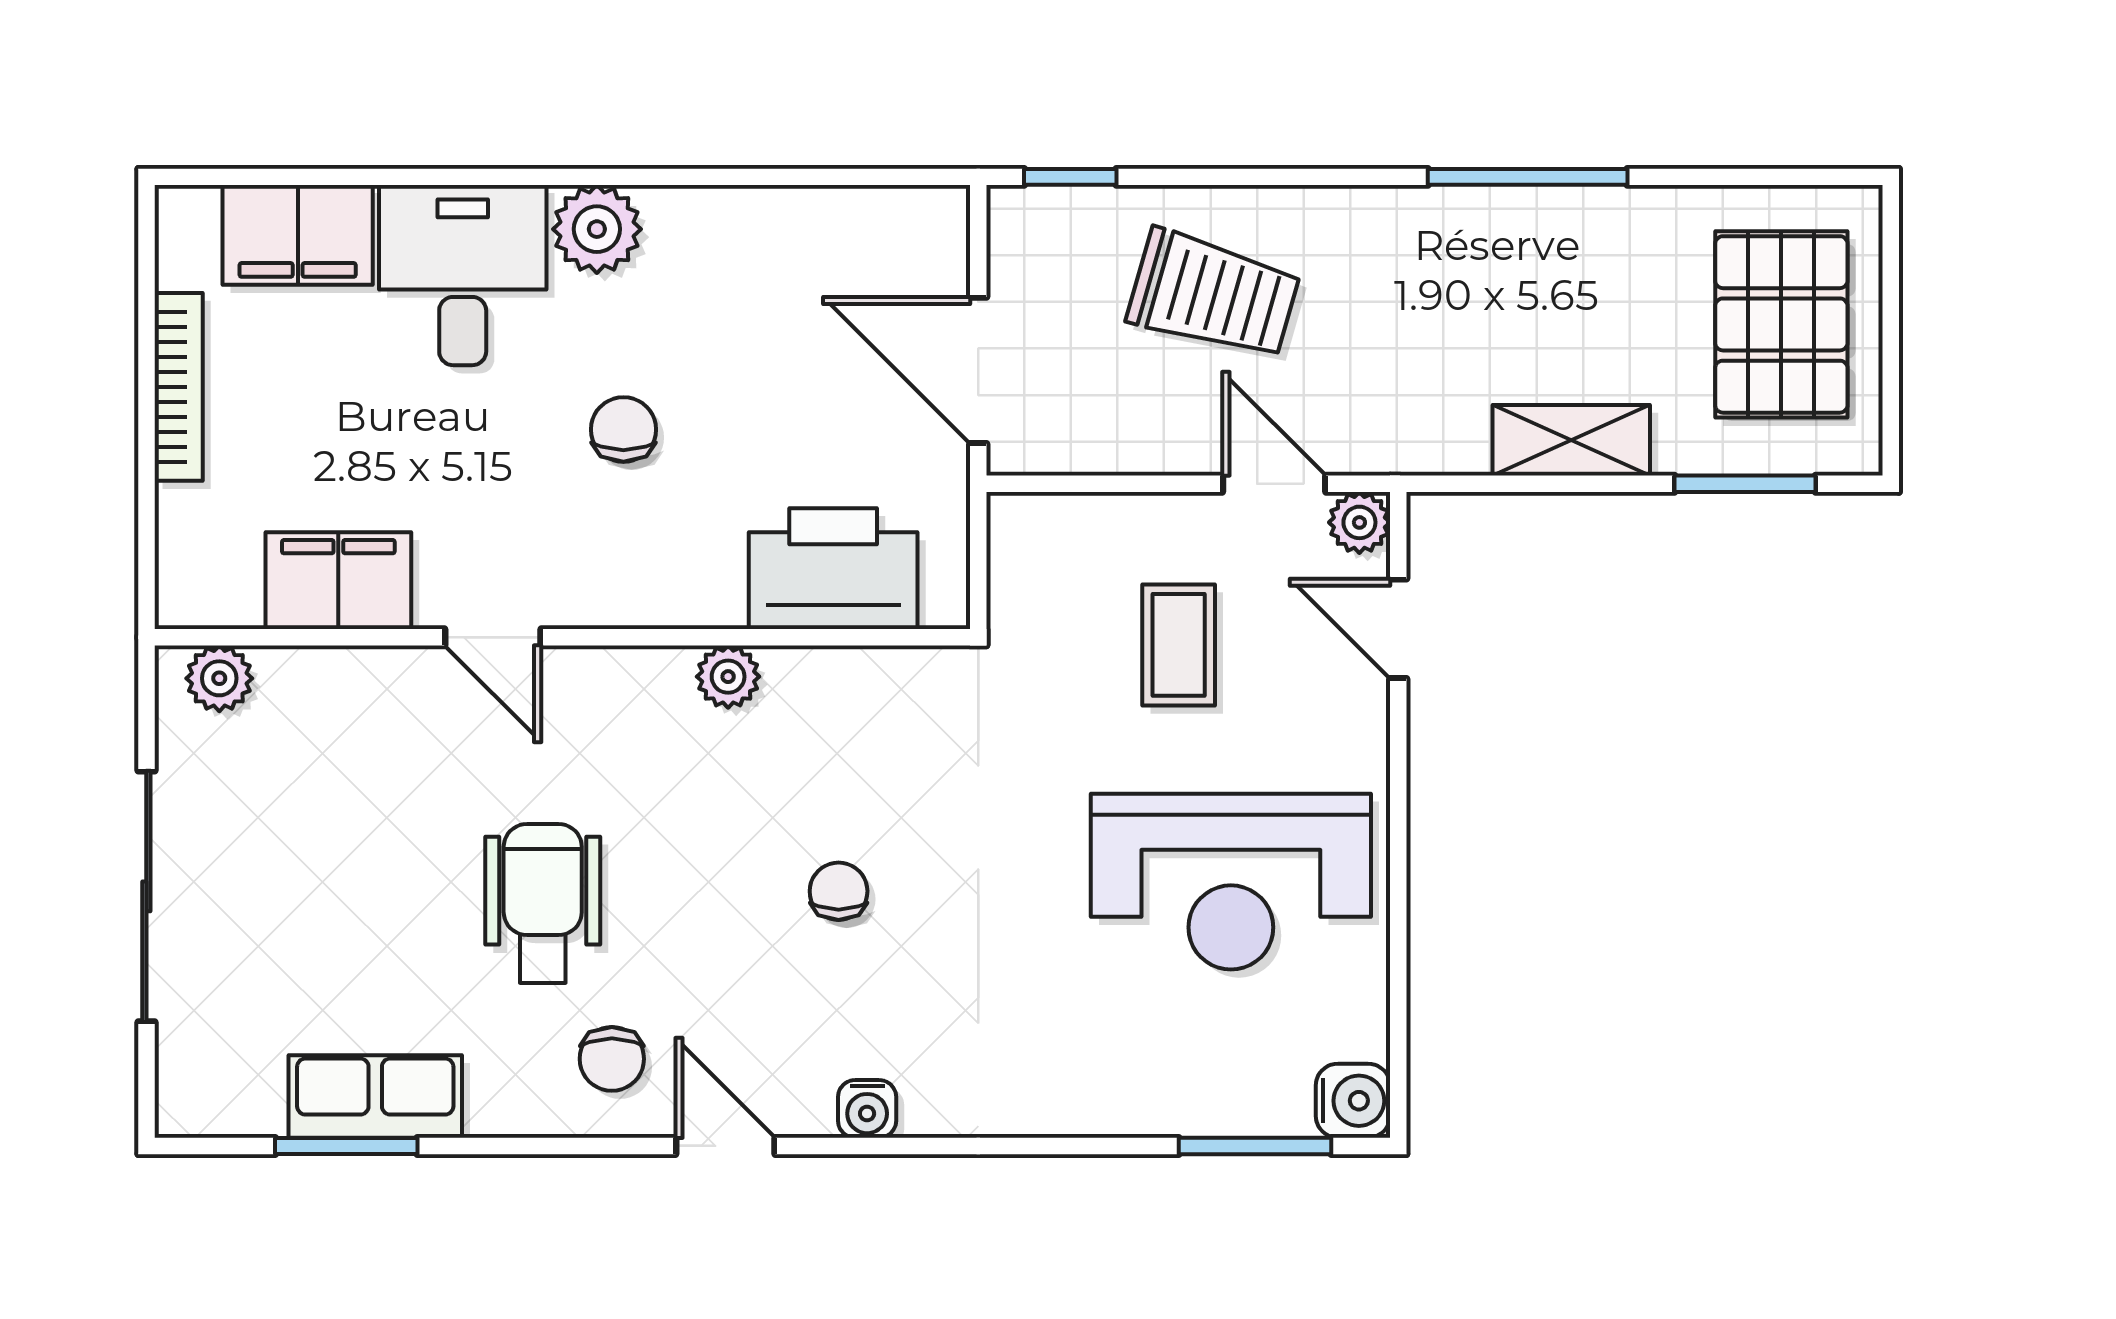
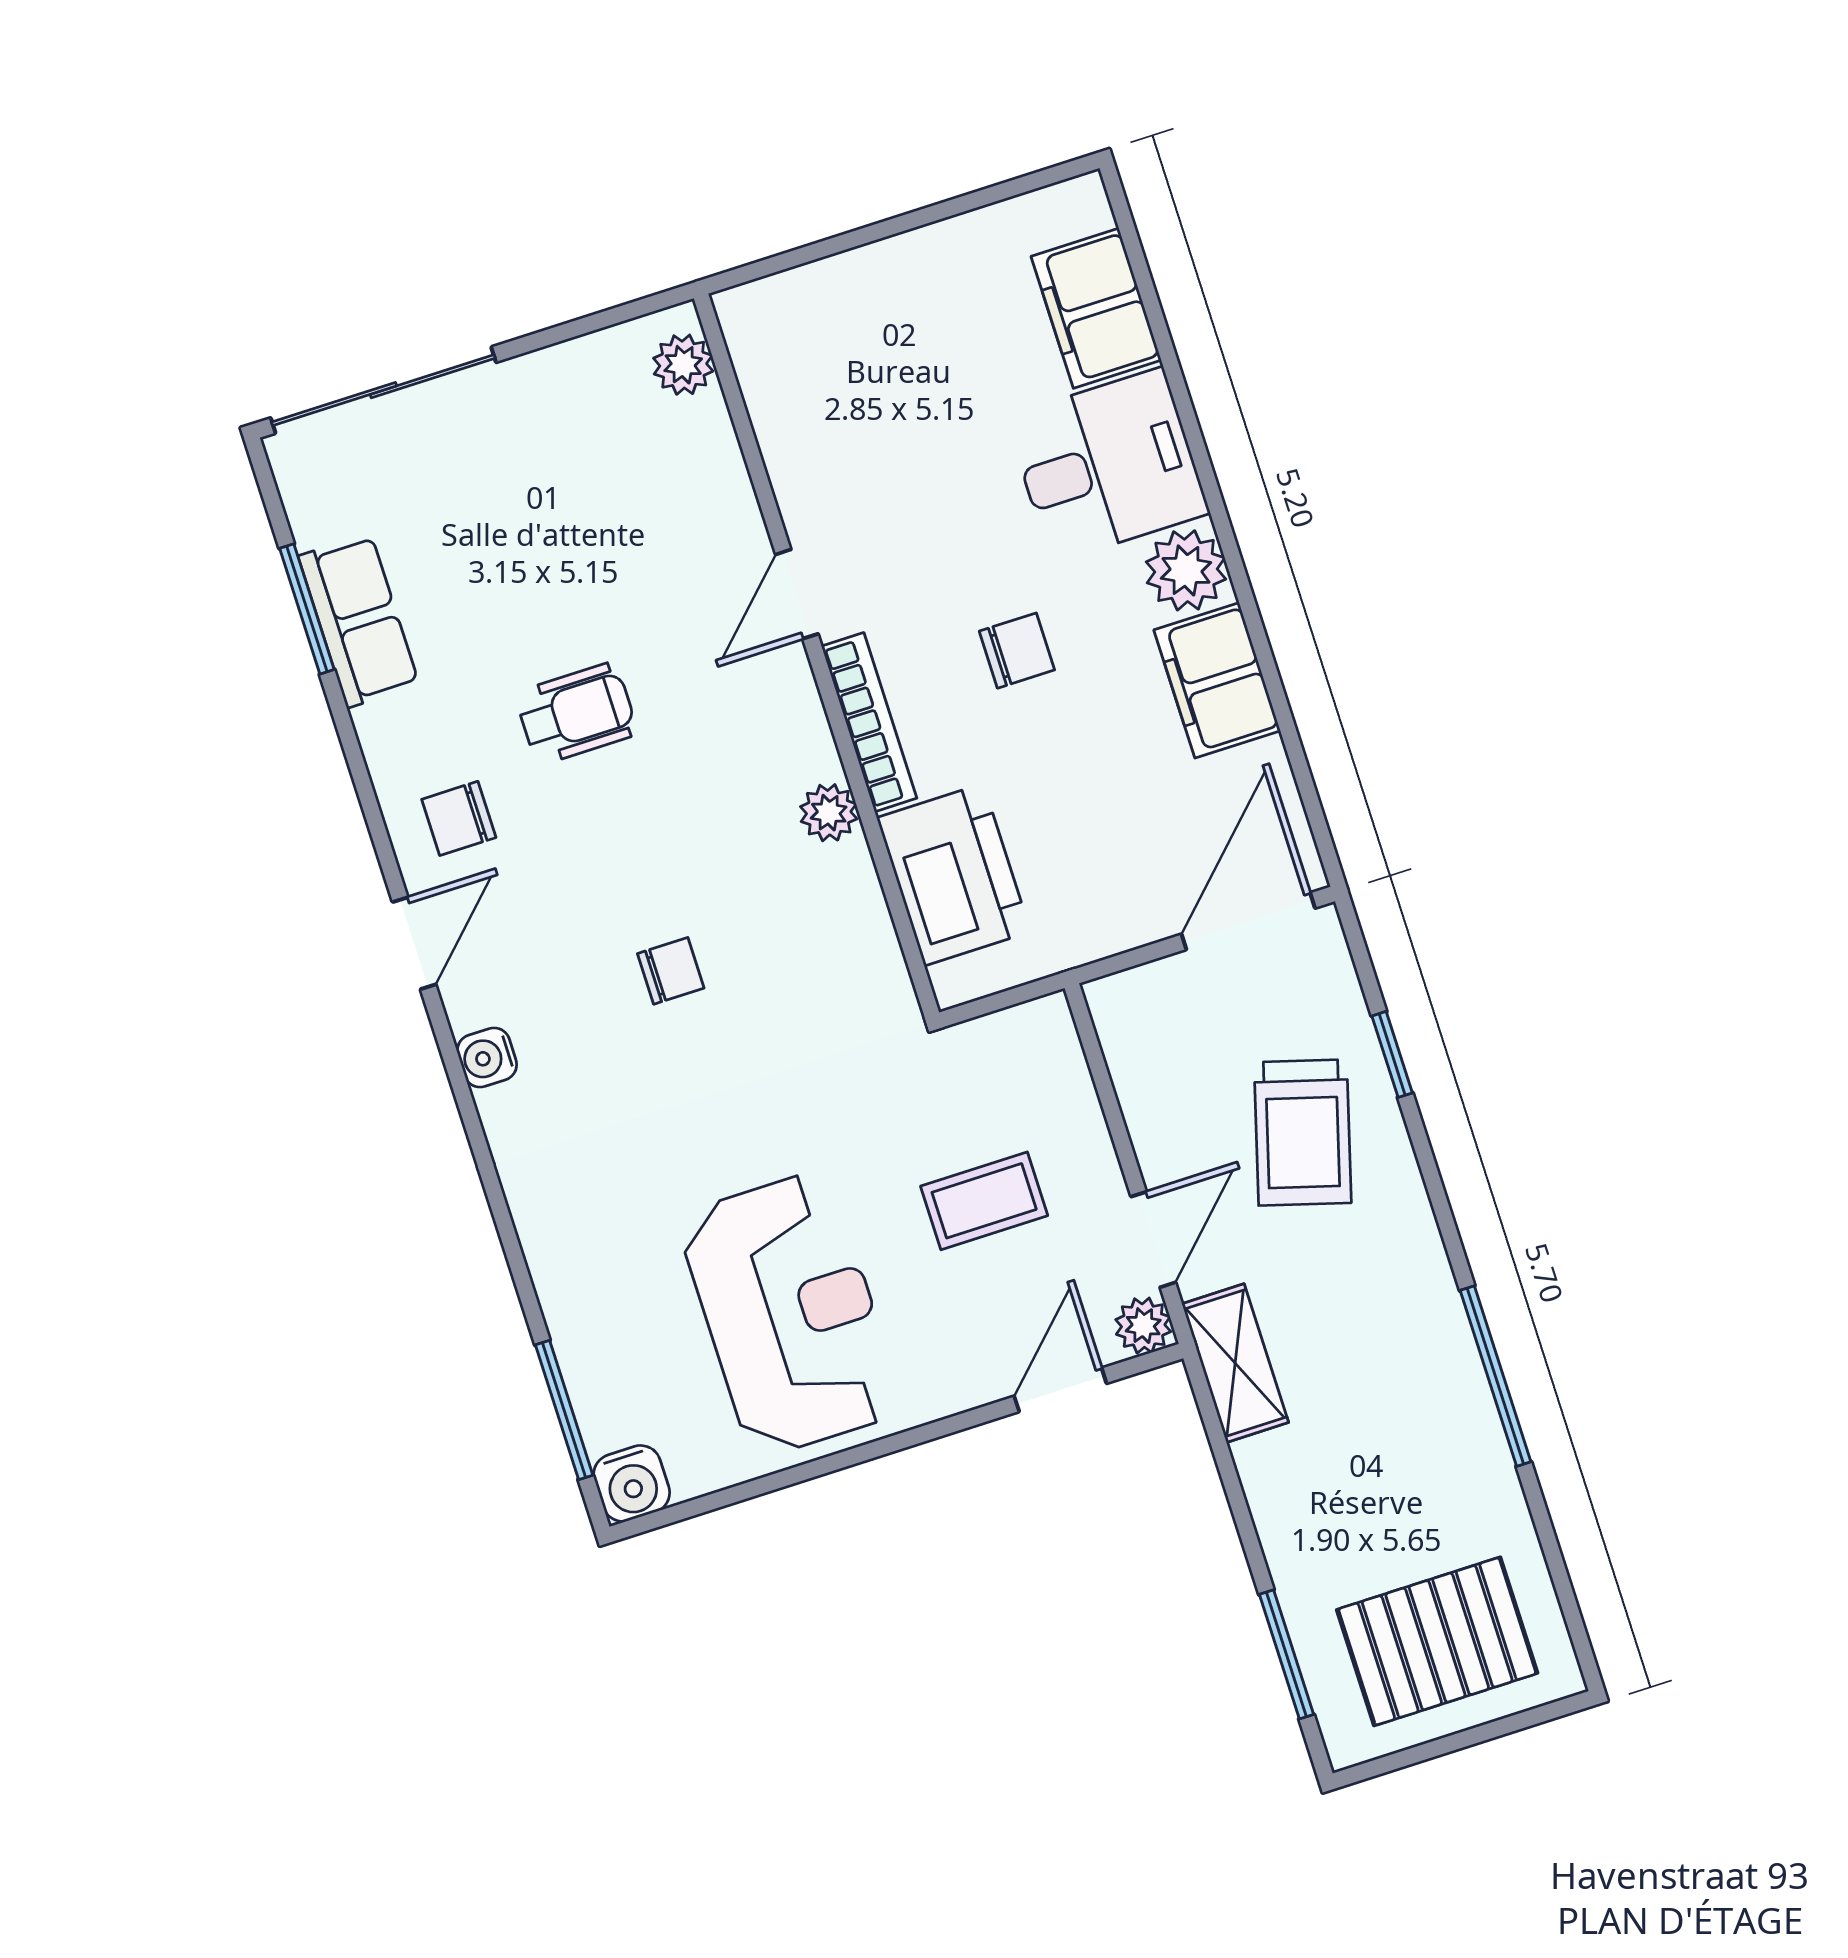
window: (1070, 177) -> (1392, 1054), moved
door: (978, 370) -> (1248, 921), moved
bookcase: (179, 387) -> (869, 722), moved, turned -90
shelving: (1571, 440) -> (1235, 1363), moved
filing cabinet: (338, 581) -> (1217, 680), moved, turned 180
reception desk: (1231, 882) -> (790, 1314), turned 180
sliding door: (146, 896) -> (383, 390), moved
wheelchair: (543, 903) -> (576, 713), width x0.73, depth x0.73

